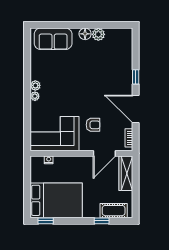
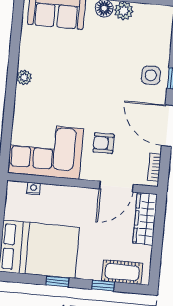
side table: (121, 76) -> (151, 75), added
plant: (35, 96) -> (22, 93), removed
armchair: (93, 125) -> (104, 143), turned 180
window: (46, 221) -> (57, 281), moved

